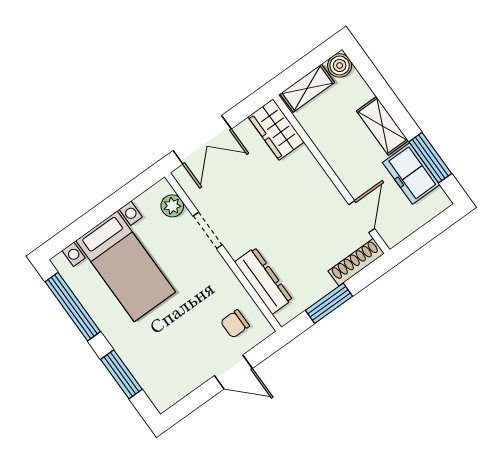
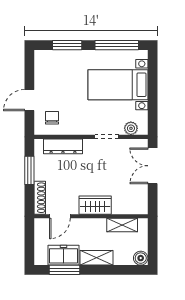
shelving: (307, 88) -> (122, 225), moved, turned 90
wardrobe: (276, 129) -> (95, 205), moved
door: (362, 217) -> (60, 216), hinge flipped

